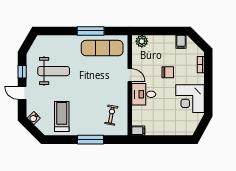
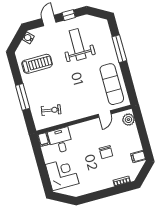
window: (91, 31) -> (119, 49), moved
weight bench: (54, 71) -> (78, 44), turned 180
door: (130, 75) -> (105, 114), moved
desk: (144, 94) -> (60, 140), moved
corner desk: (190, 99) -> (62, 174), moved, turned 90

